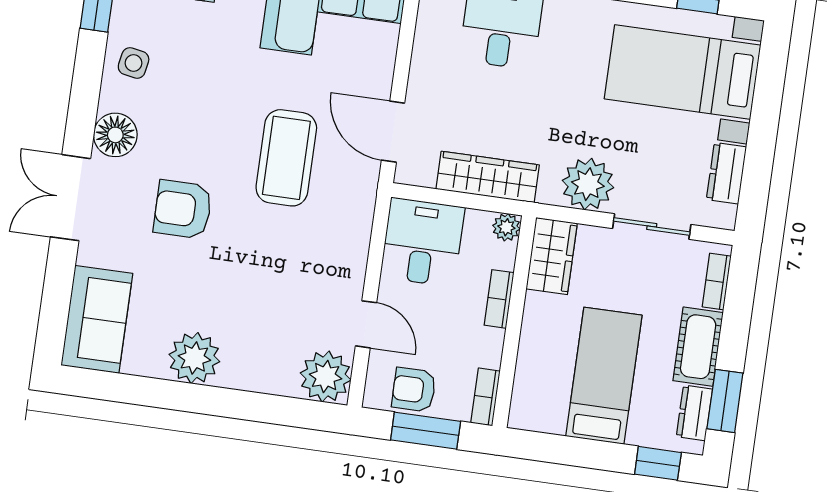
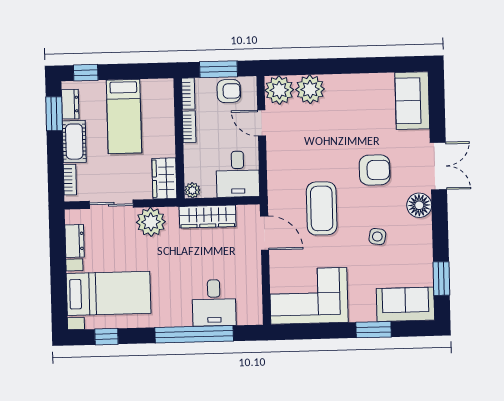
side table: (134, 63) -> (377, 237), moved
bookcase: (499, 299) -> (189, 127), moved
plant: (194, 358) -> (310, 89), moved

